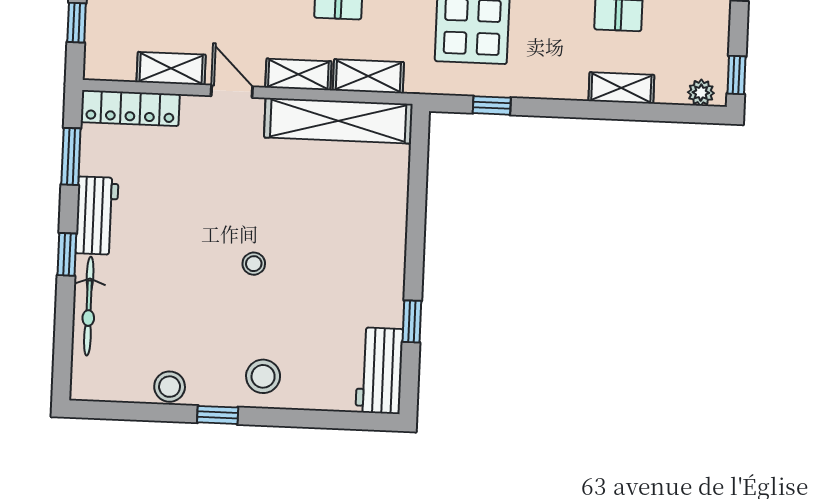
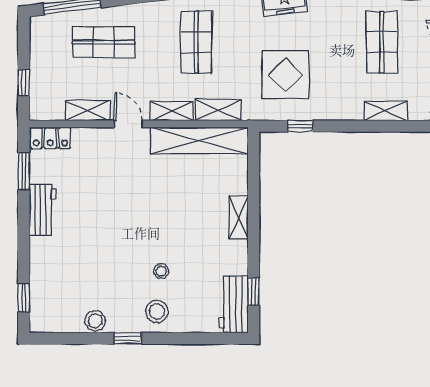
locker: (130, 108) -> (50, 138), width x0.66
shelving: (392, 239) -> (239, 217), added
window: (67, 254) -> (24, 298), moved
stool: (254, 264) -> (161, 271), moved
bicycle: (89, 306) -> (40, 270), removed
window: (412, 321) -> (254, 292), moved

